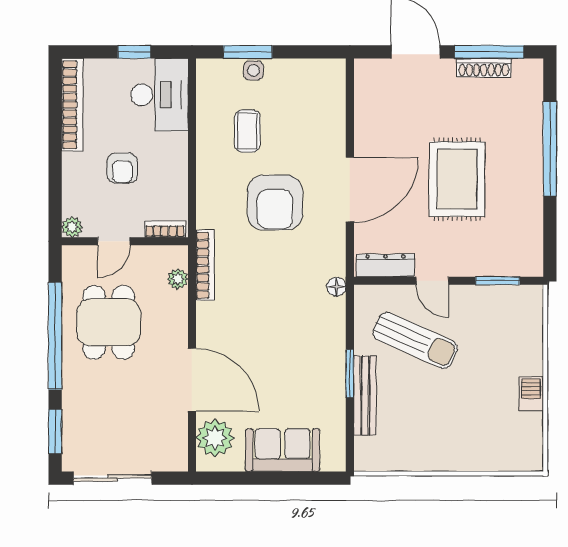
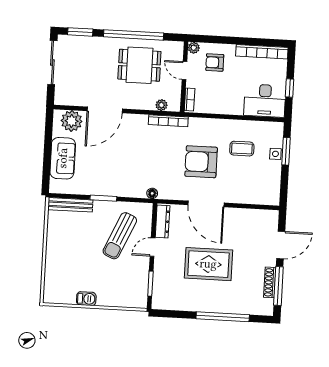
armchair: (122, 168) -> (215, 62), moved
bench: (365, 395) -> (70, 205), moved

